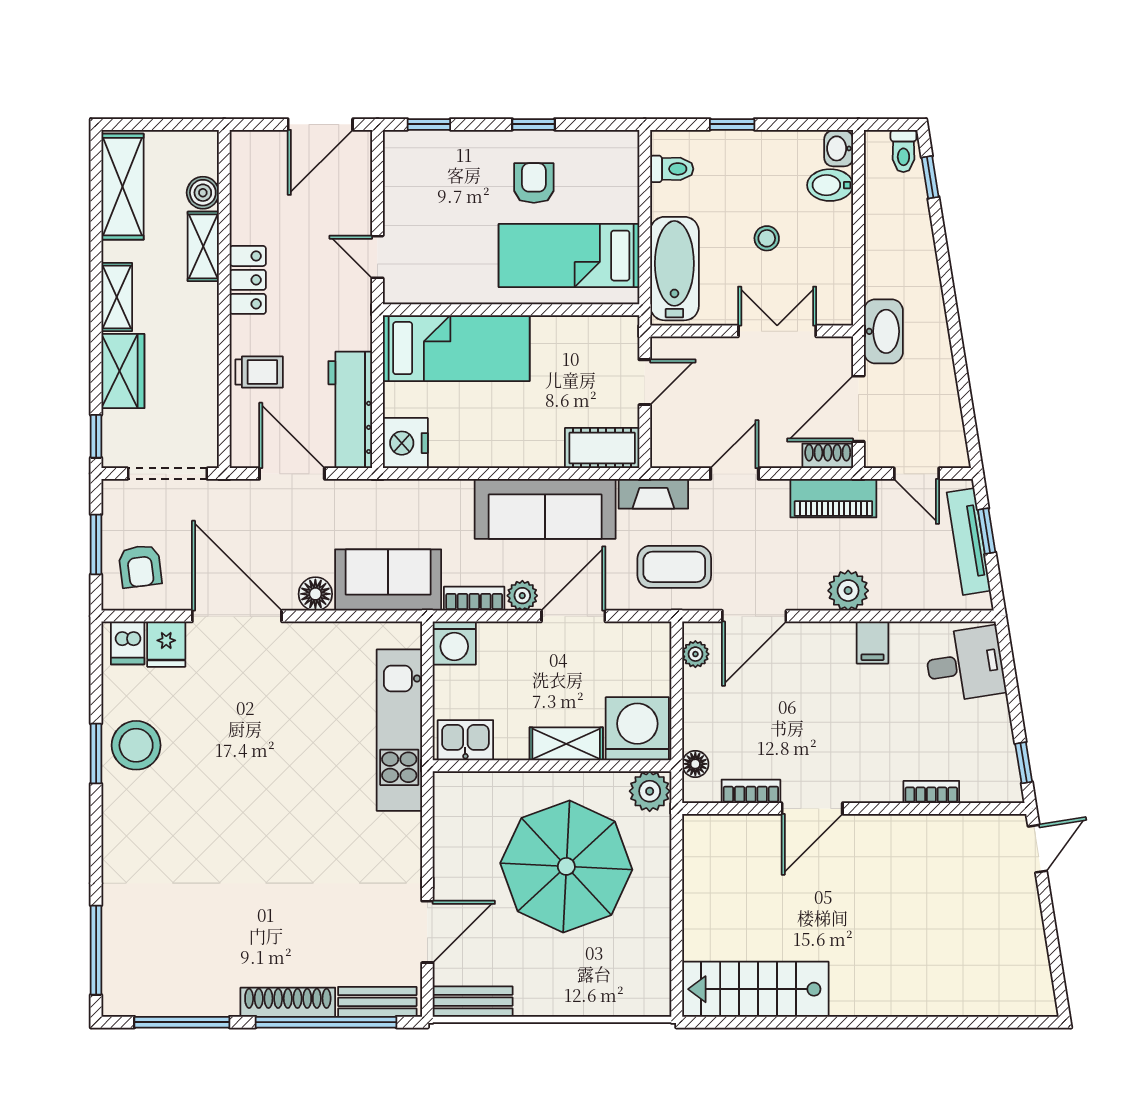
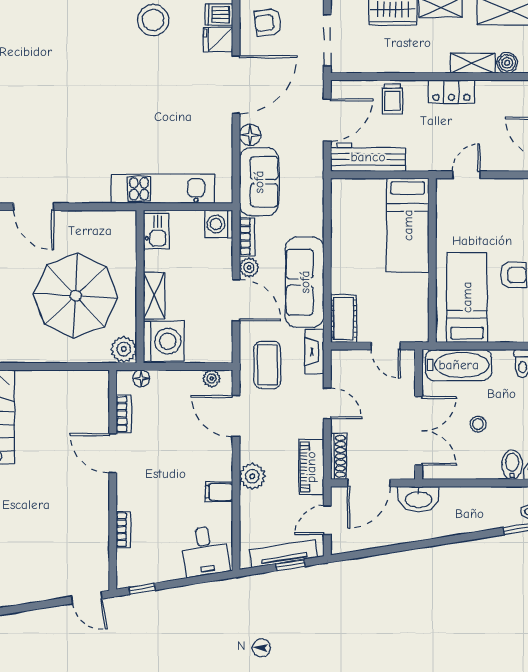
double door: (777, 331) -> (419, 431), width x1.37
door: (858, 409) -> (369, 483), swing flipped
nightstand: (405, 443) -> (347, 193), removed
shoe rack: (828, 456) -> (339, 456), width x1.43

